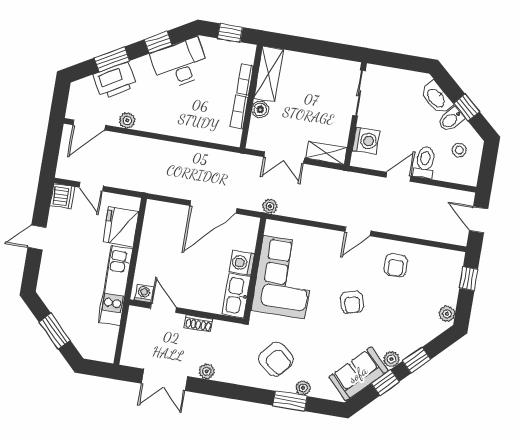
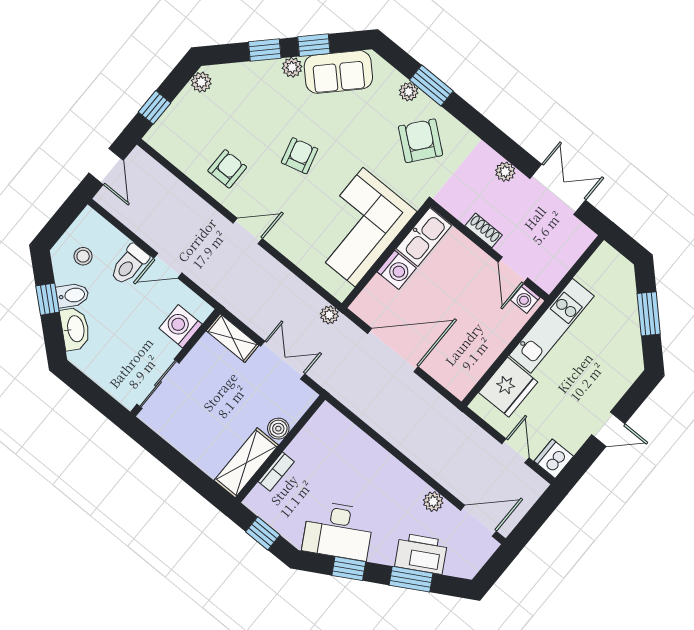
bookcase: (239, 112) -> (303, 440), removed

